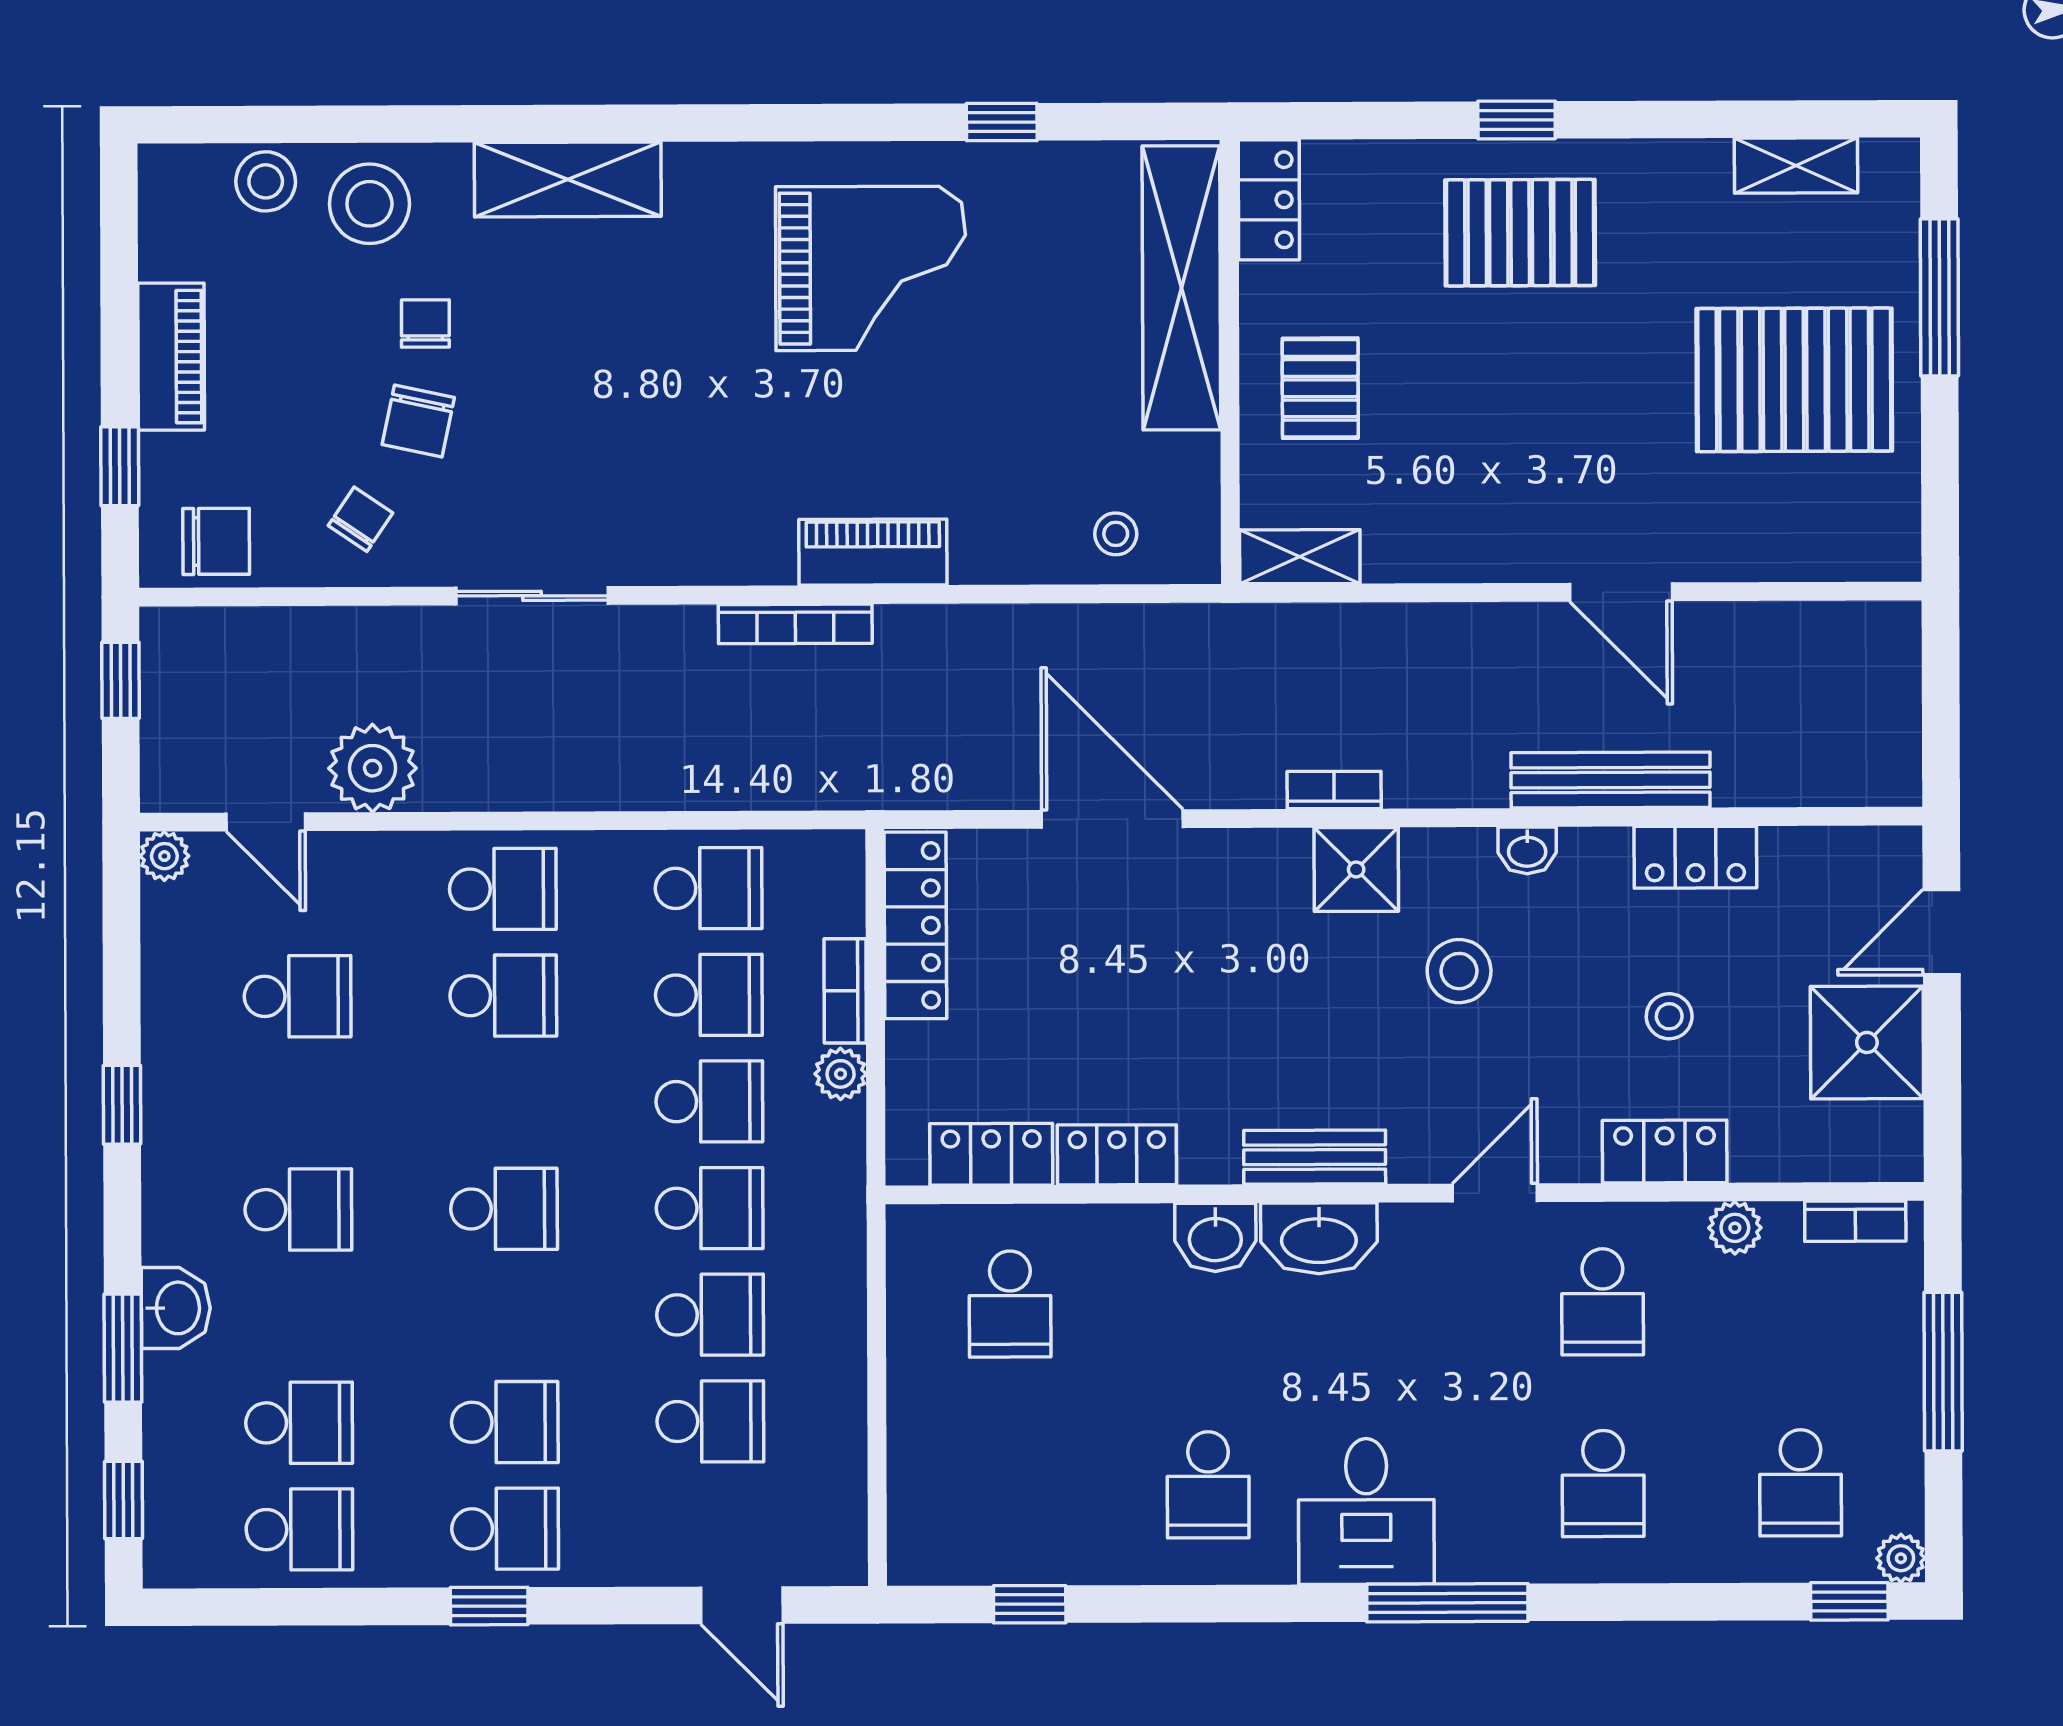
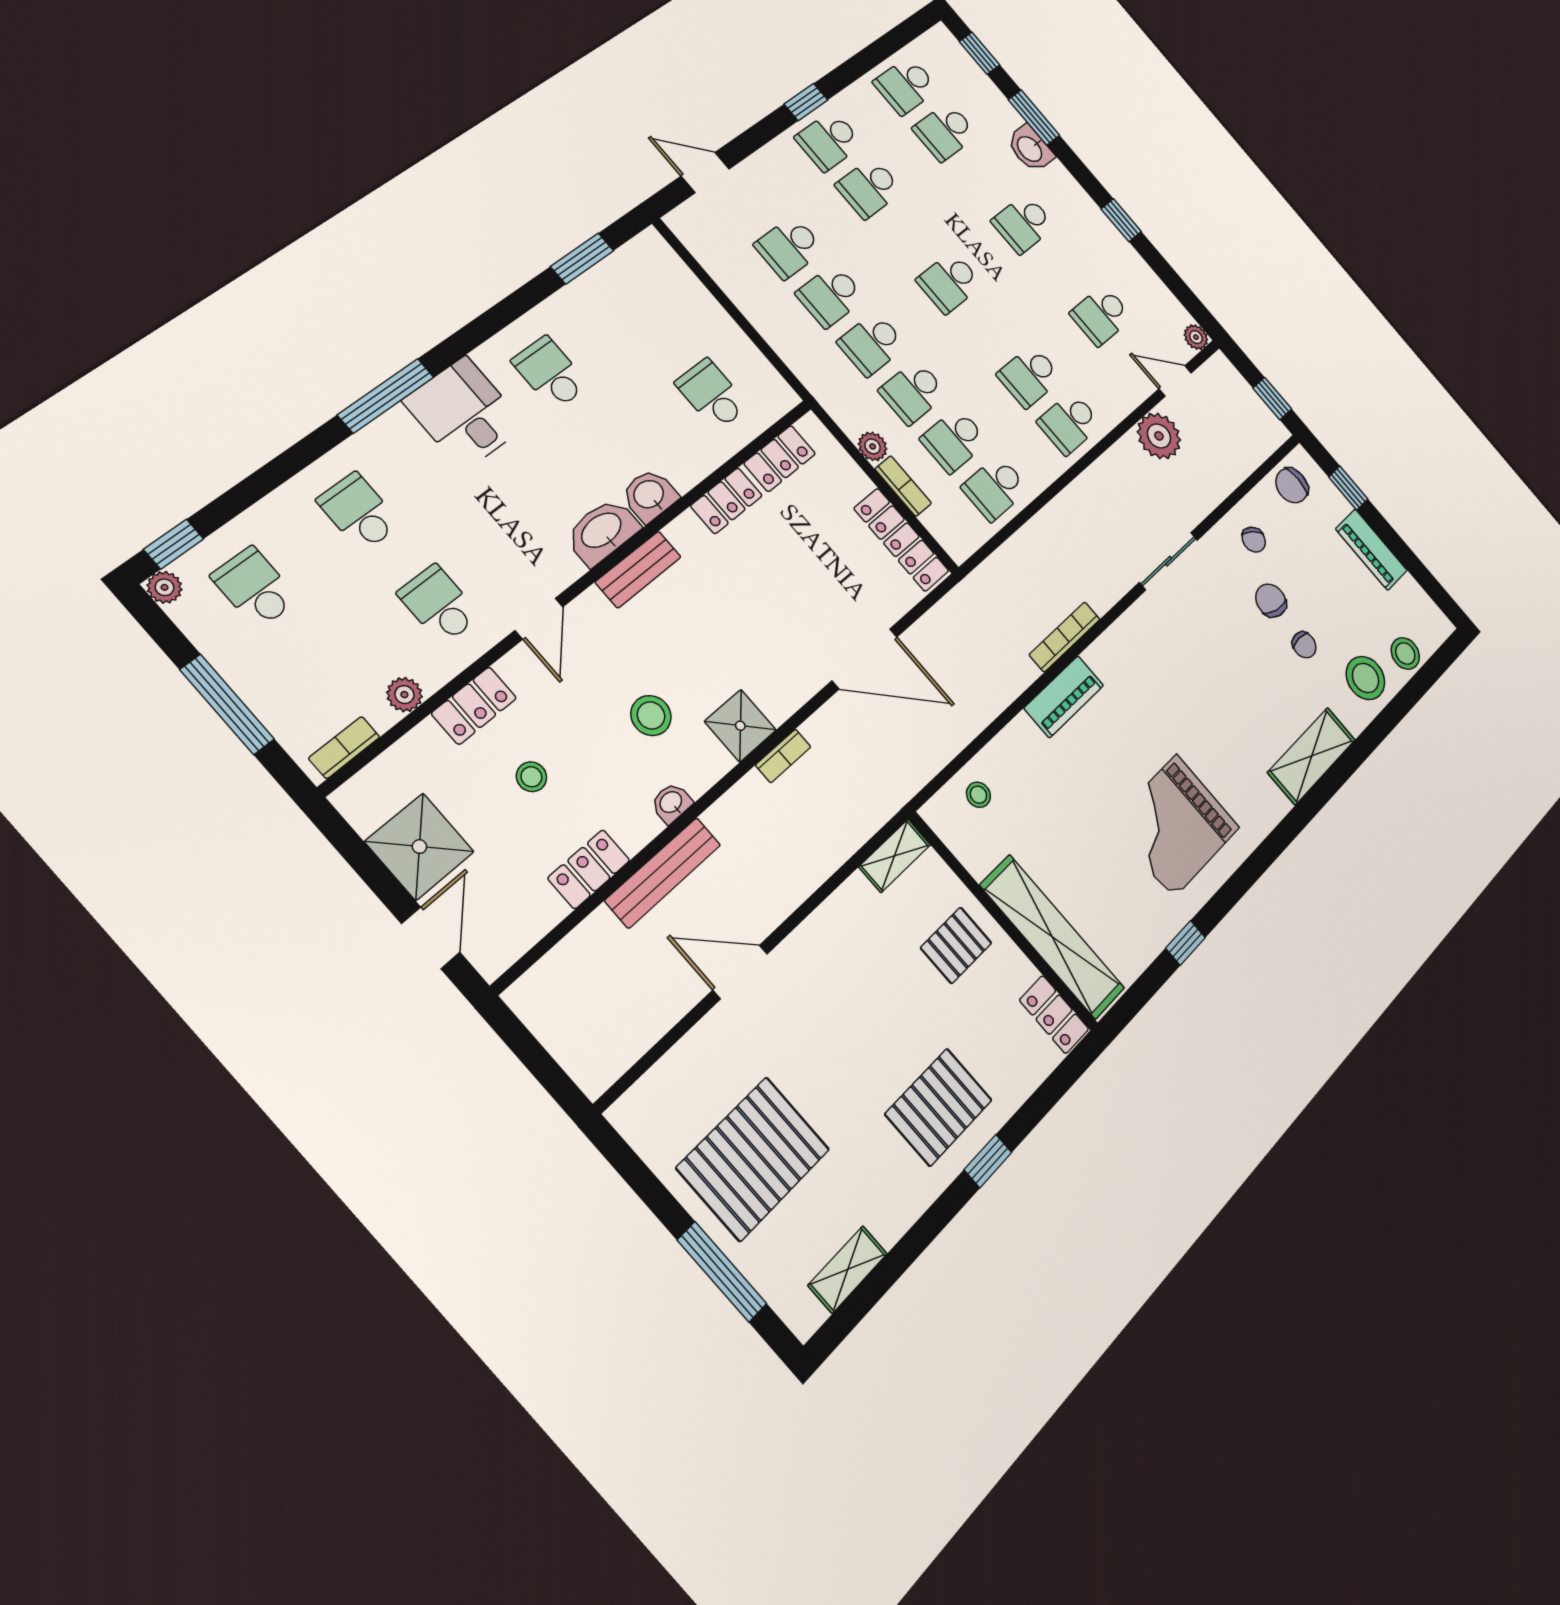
pallet: (1320, 388) -> (956, 945), turned 90
window: (1030, 1604) -> (582, 259), width x1.50

